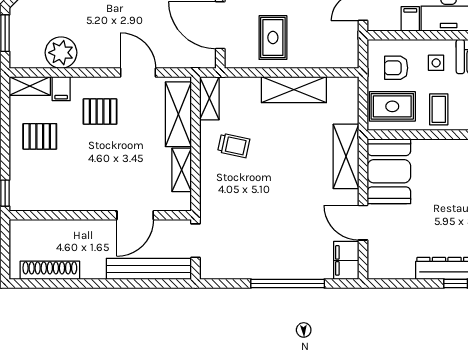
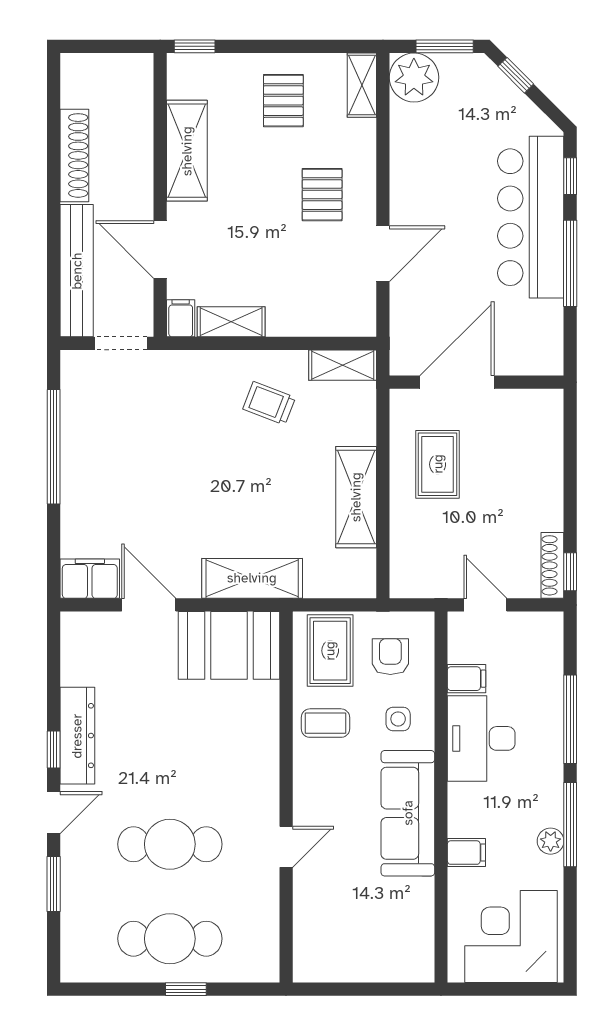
rug: (273, 38) -> (438, 464), turned 90
plant: (61, 53) -> (414, 77), moved
filing cabinet: (61, 89) -> (181, 318), moved, turned 90
shelving: (178, 114) -> (187, 151), moved, turned 90
trolley: (234, 145) -> (269, 403), turned 99
door: (363, 223) -> (149, 605), hinge flipped
shoe rack: (50, 270) -> (74, 155), moved
window: (288, 284) -> (54, 447), moved

